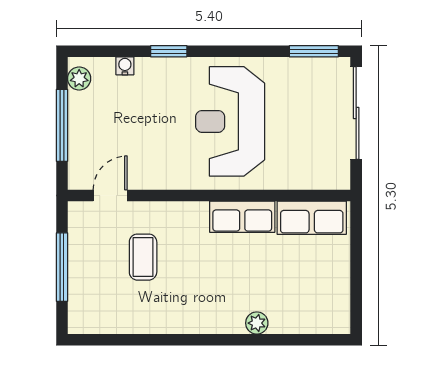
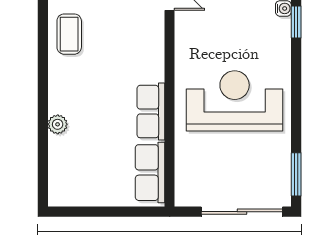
window: (169, 51) -> (296, 22), moved
coffee table: (143, 257) -> (69, 34), moved, turned 90

